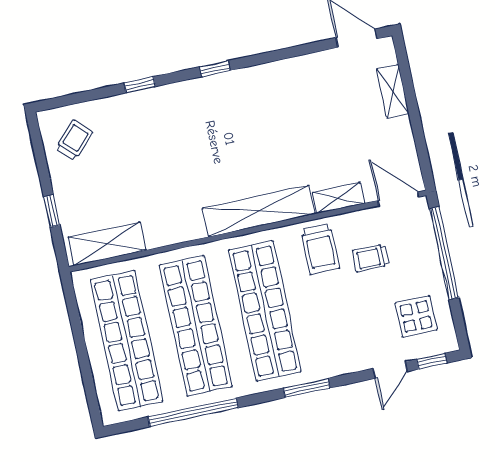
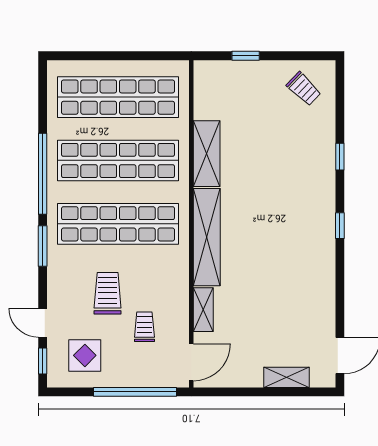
shelving: (107, 244) -> (207, 154), moved
trolley: (320, 249) -> (108, 293), moved, turned 90
window: (193, 412) -> (43, 174), moved

